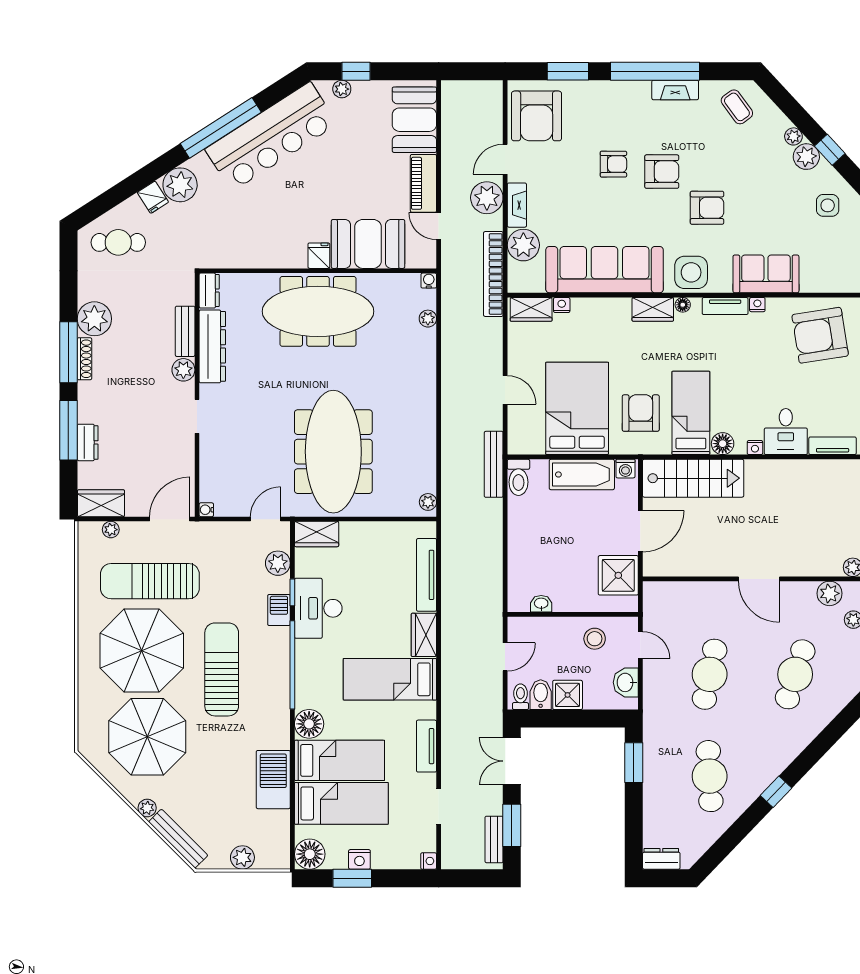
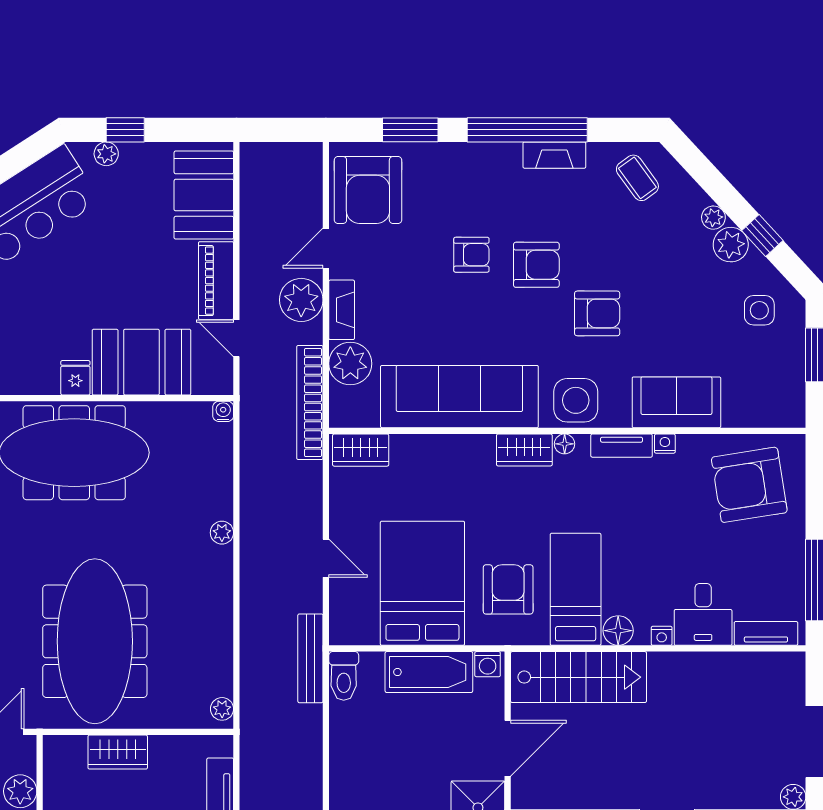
nightstand: (562, 305) -> (402, 444), removed
plant: (428, 319) -> (222, 533), moved
wardrobe: (317, 534) -> (118, 752), moved

